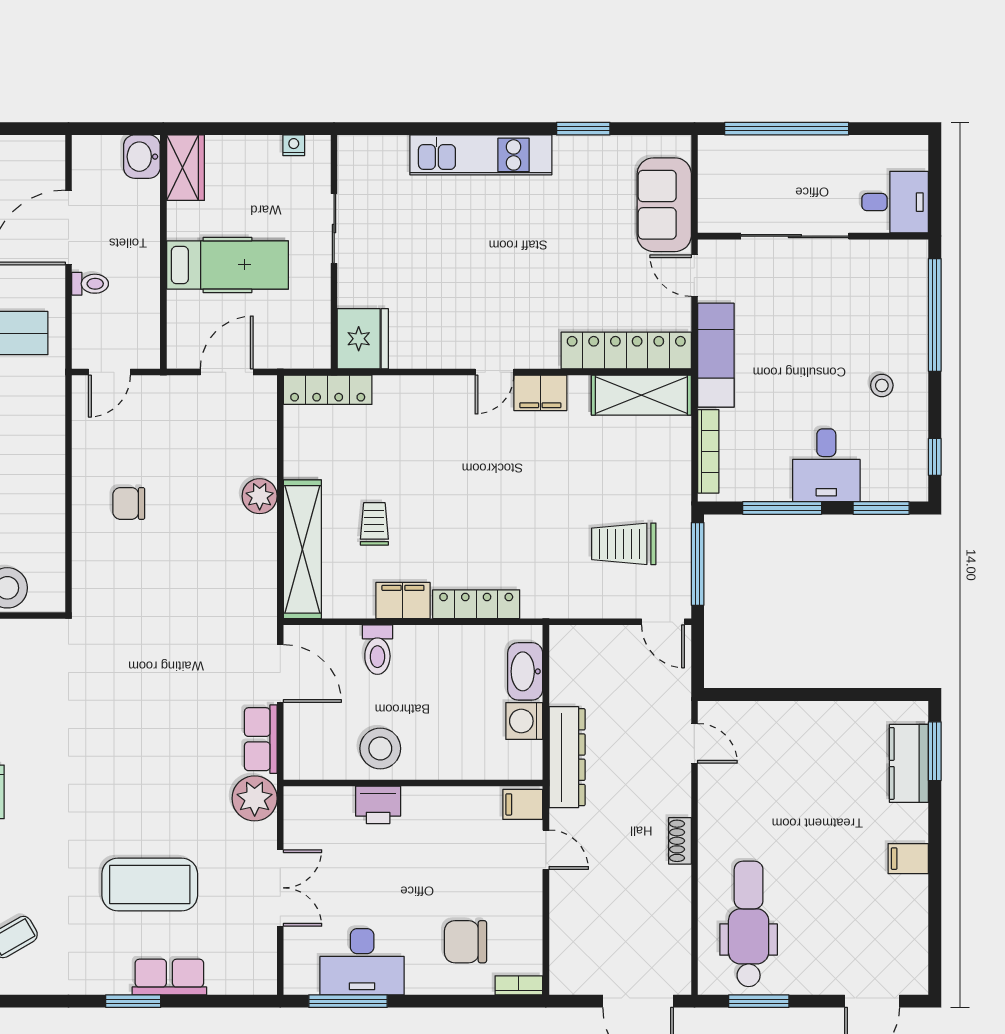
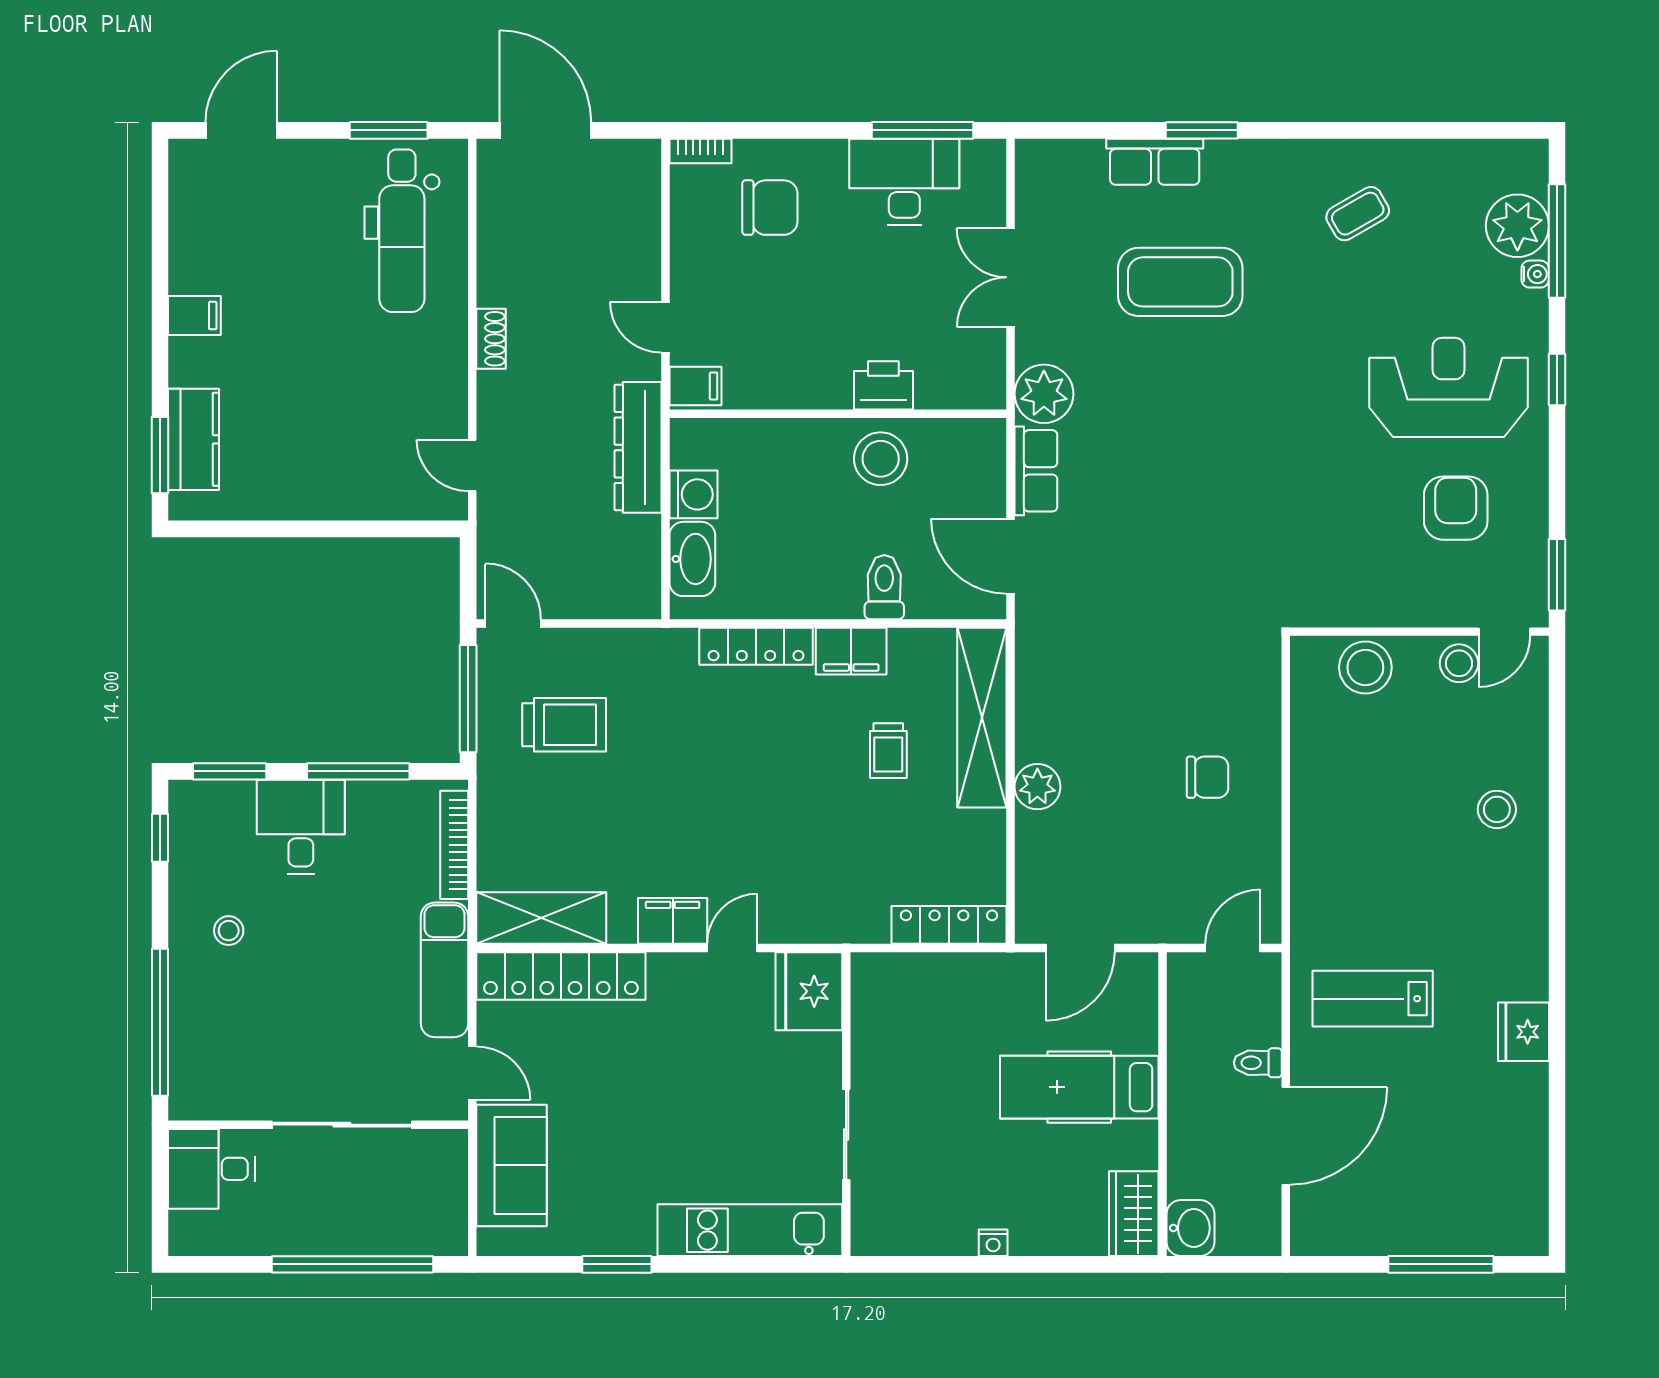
sliding door: (334, 229) -> (846, 1135), moved
wall: (334, 252) -> (846, 1104), moved
fridge: (363, 339) -> (809, 991), moved

